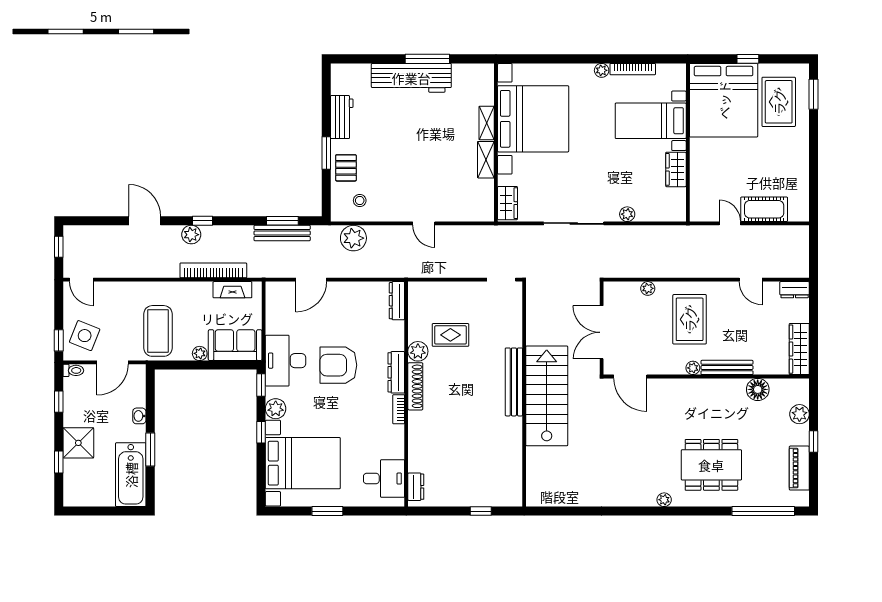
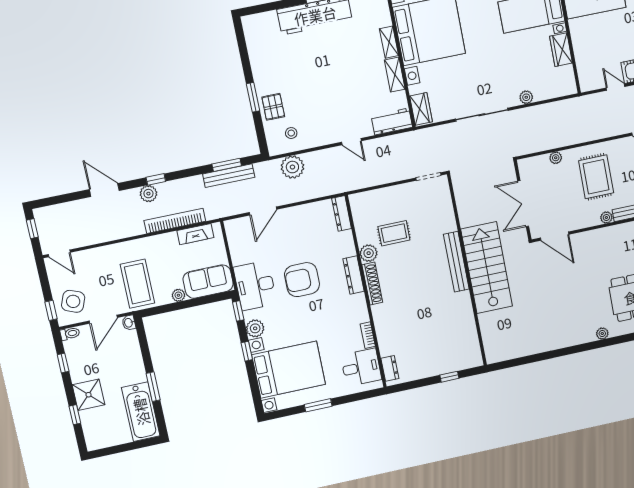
workbench: (342, 117) -> (392, 121), moved, turned -90
bookcase: (399, 409) -> (368, 335), moved
washbasin: (139, 416) -> (129, 323), moved

